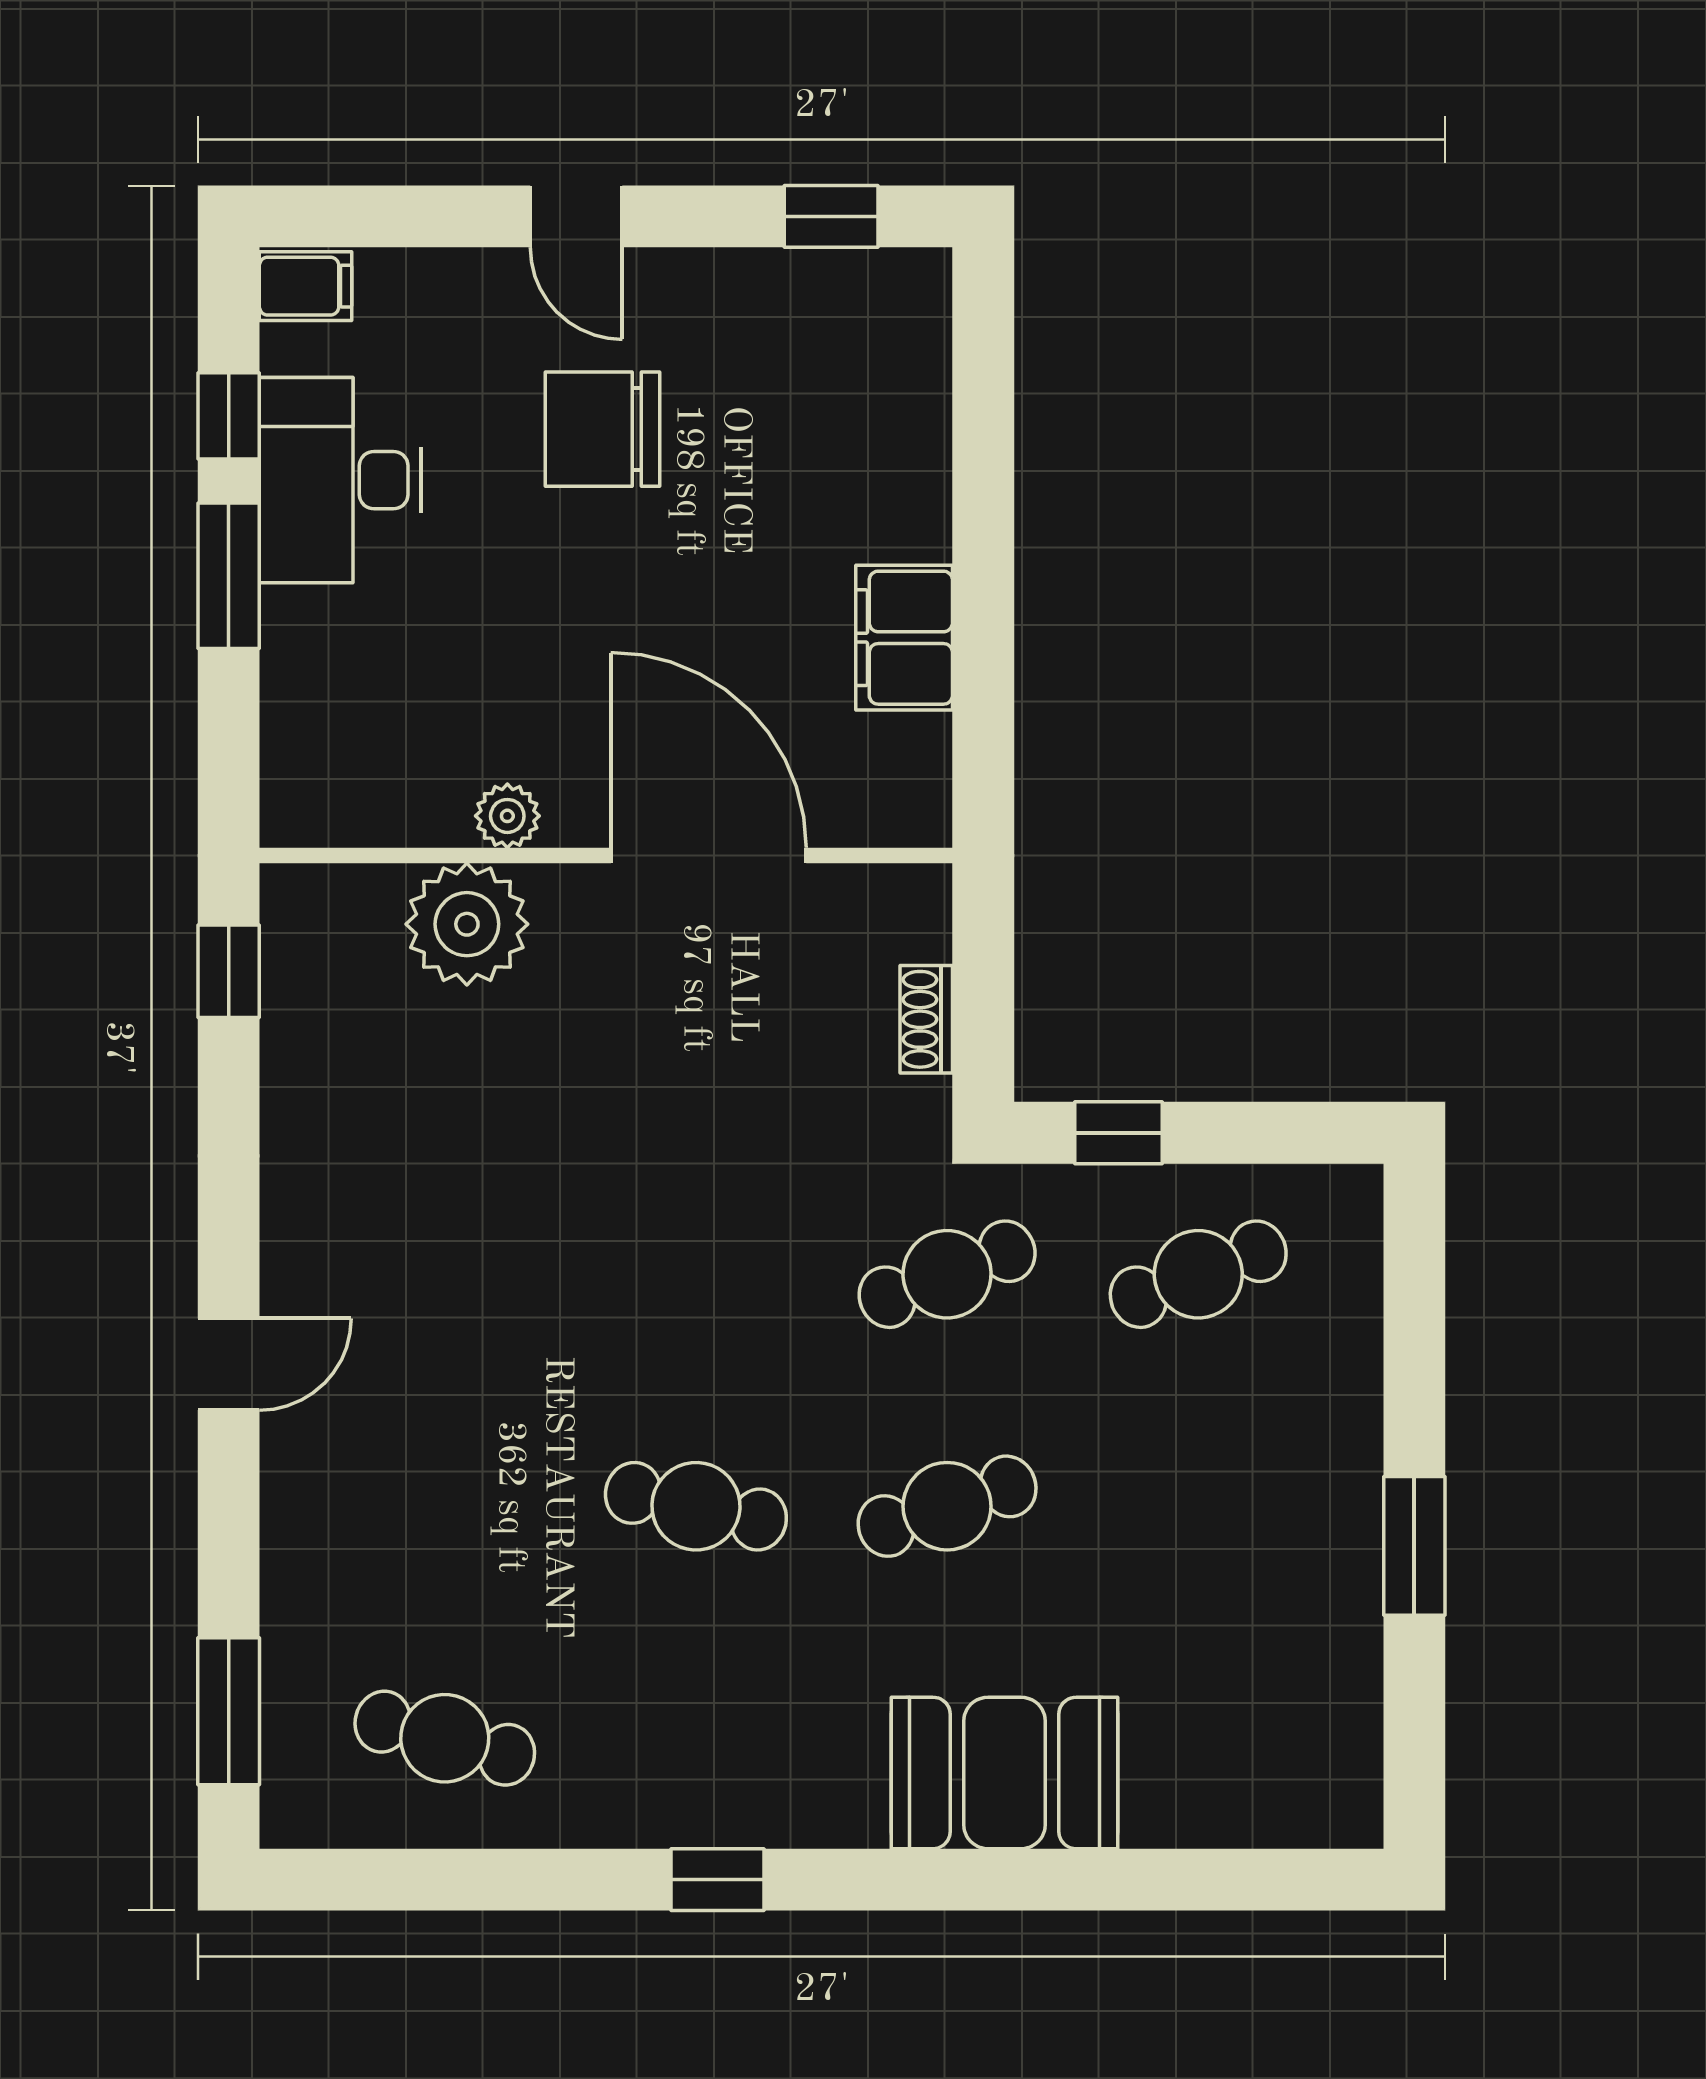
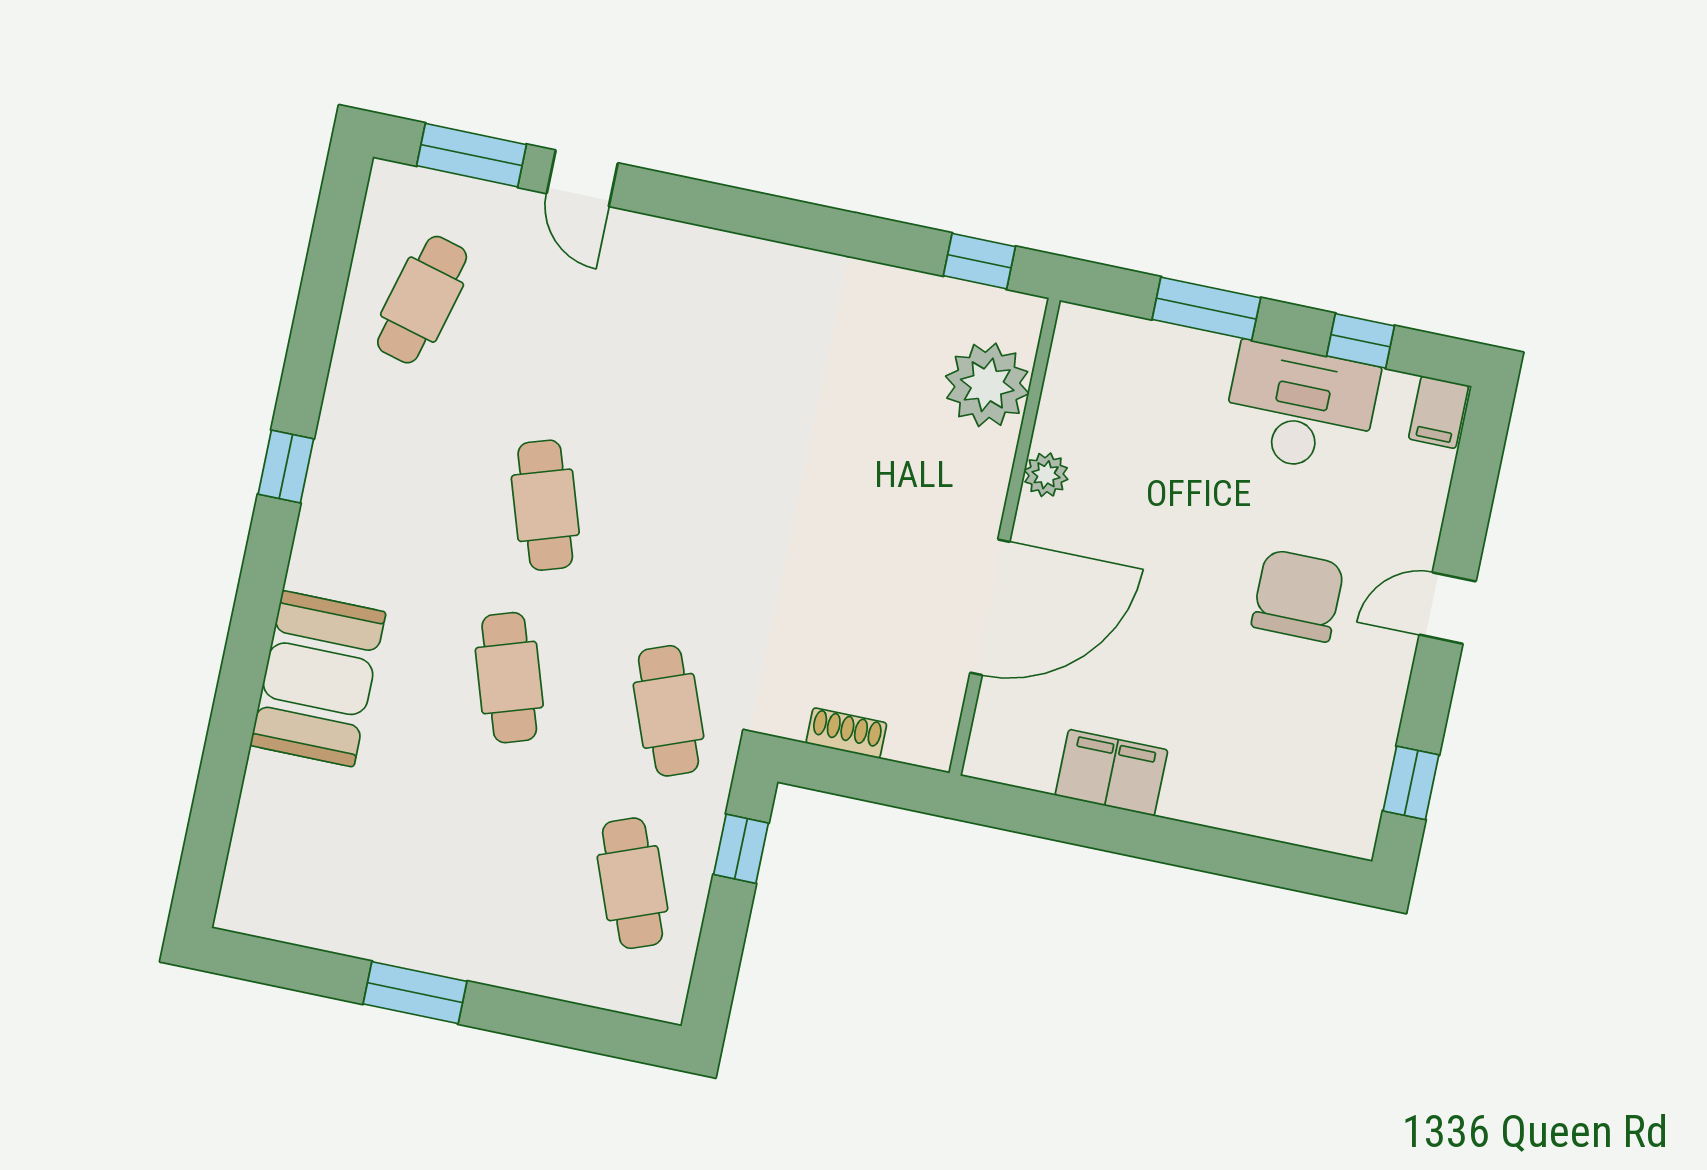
window: (229, 576) -> (1206, 309), moved
plant: (467, 924) -> (987, 385), moved
door: (229, 1364) -> (582, 178), moved
cafe table: (696, 1506) -> (545, 505), turned -30

